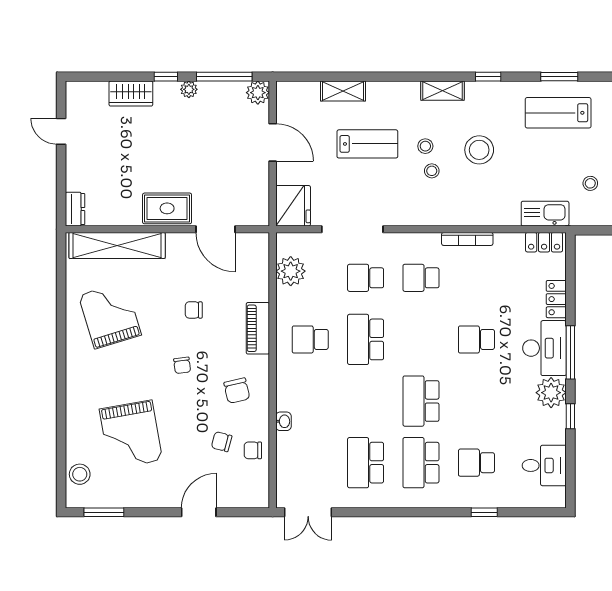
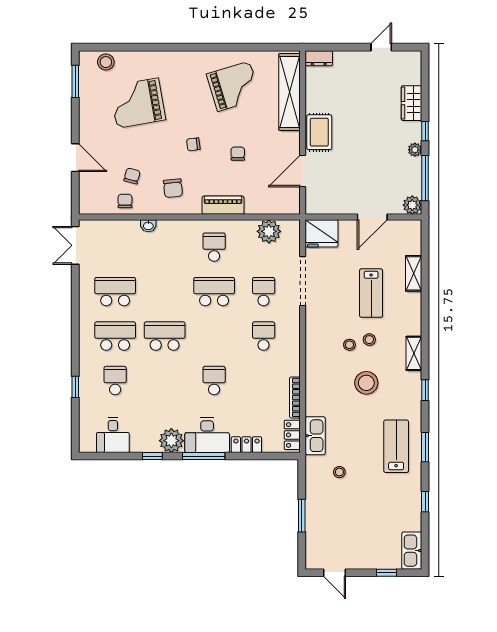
bookcase: (467, 239) -> (295, 397), moved
chair: (237, 391) -> (173, 188), turned -83

